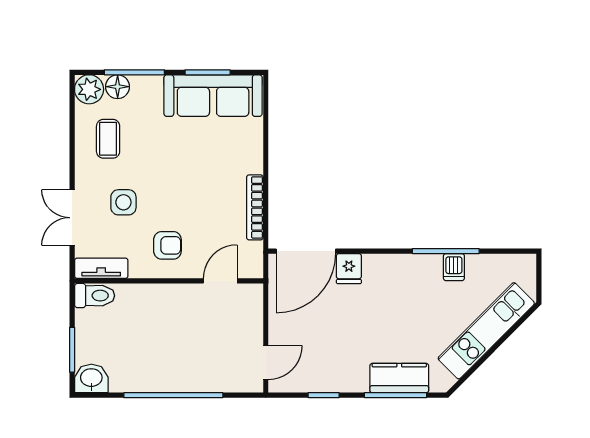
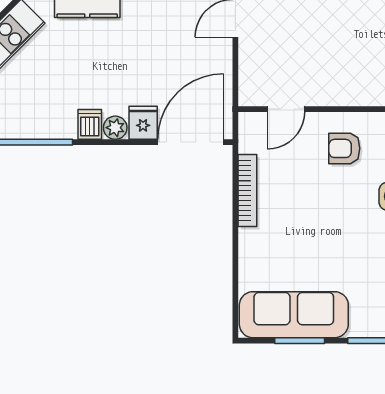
plant: (374, 264) -> (115, 128), added
dishwasher: (454, 267) -> (90, 124), moved

